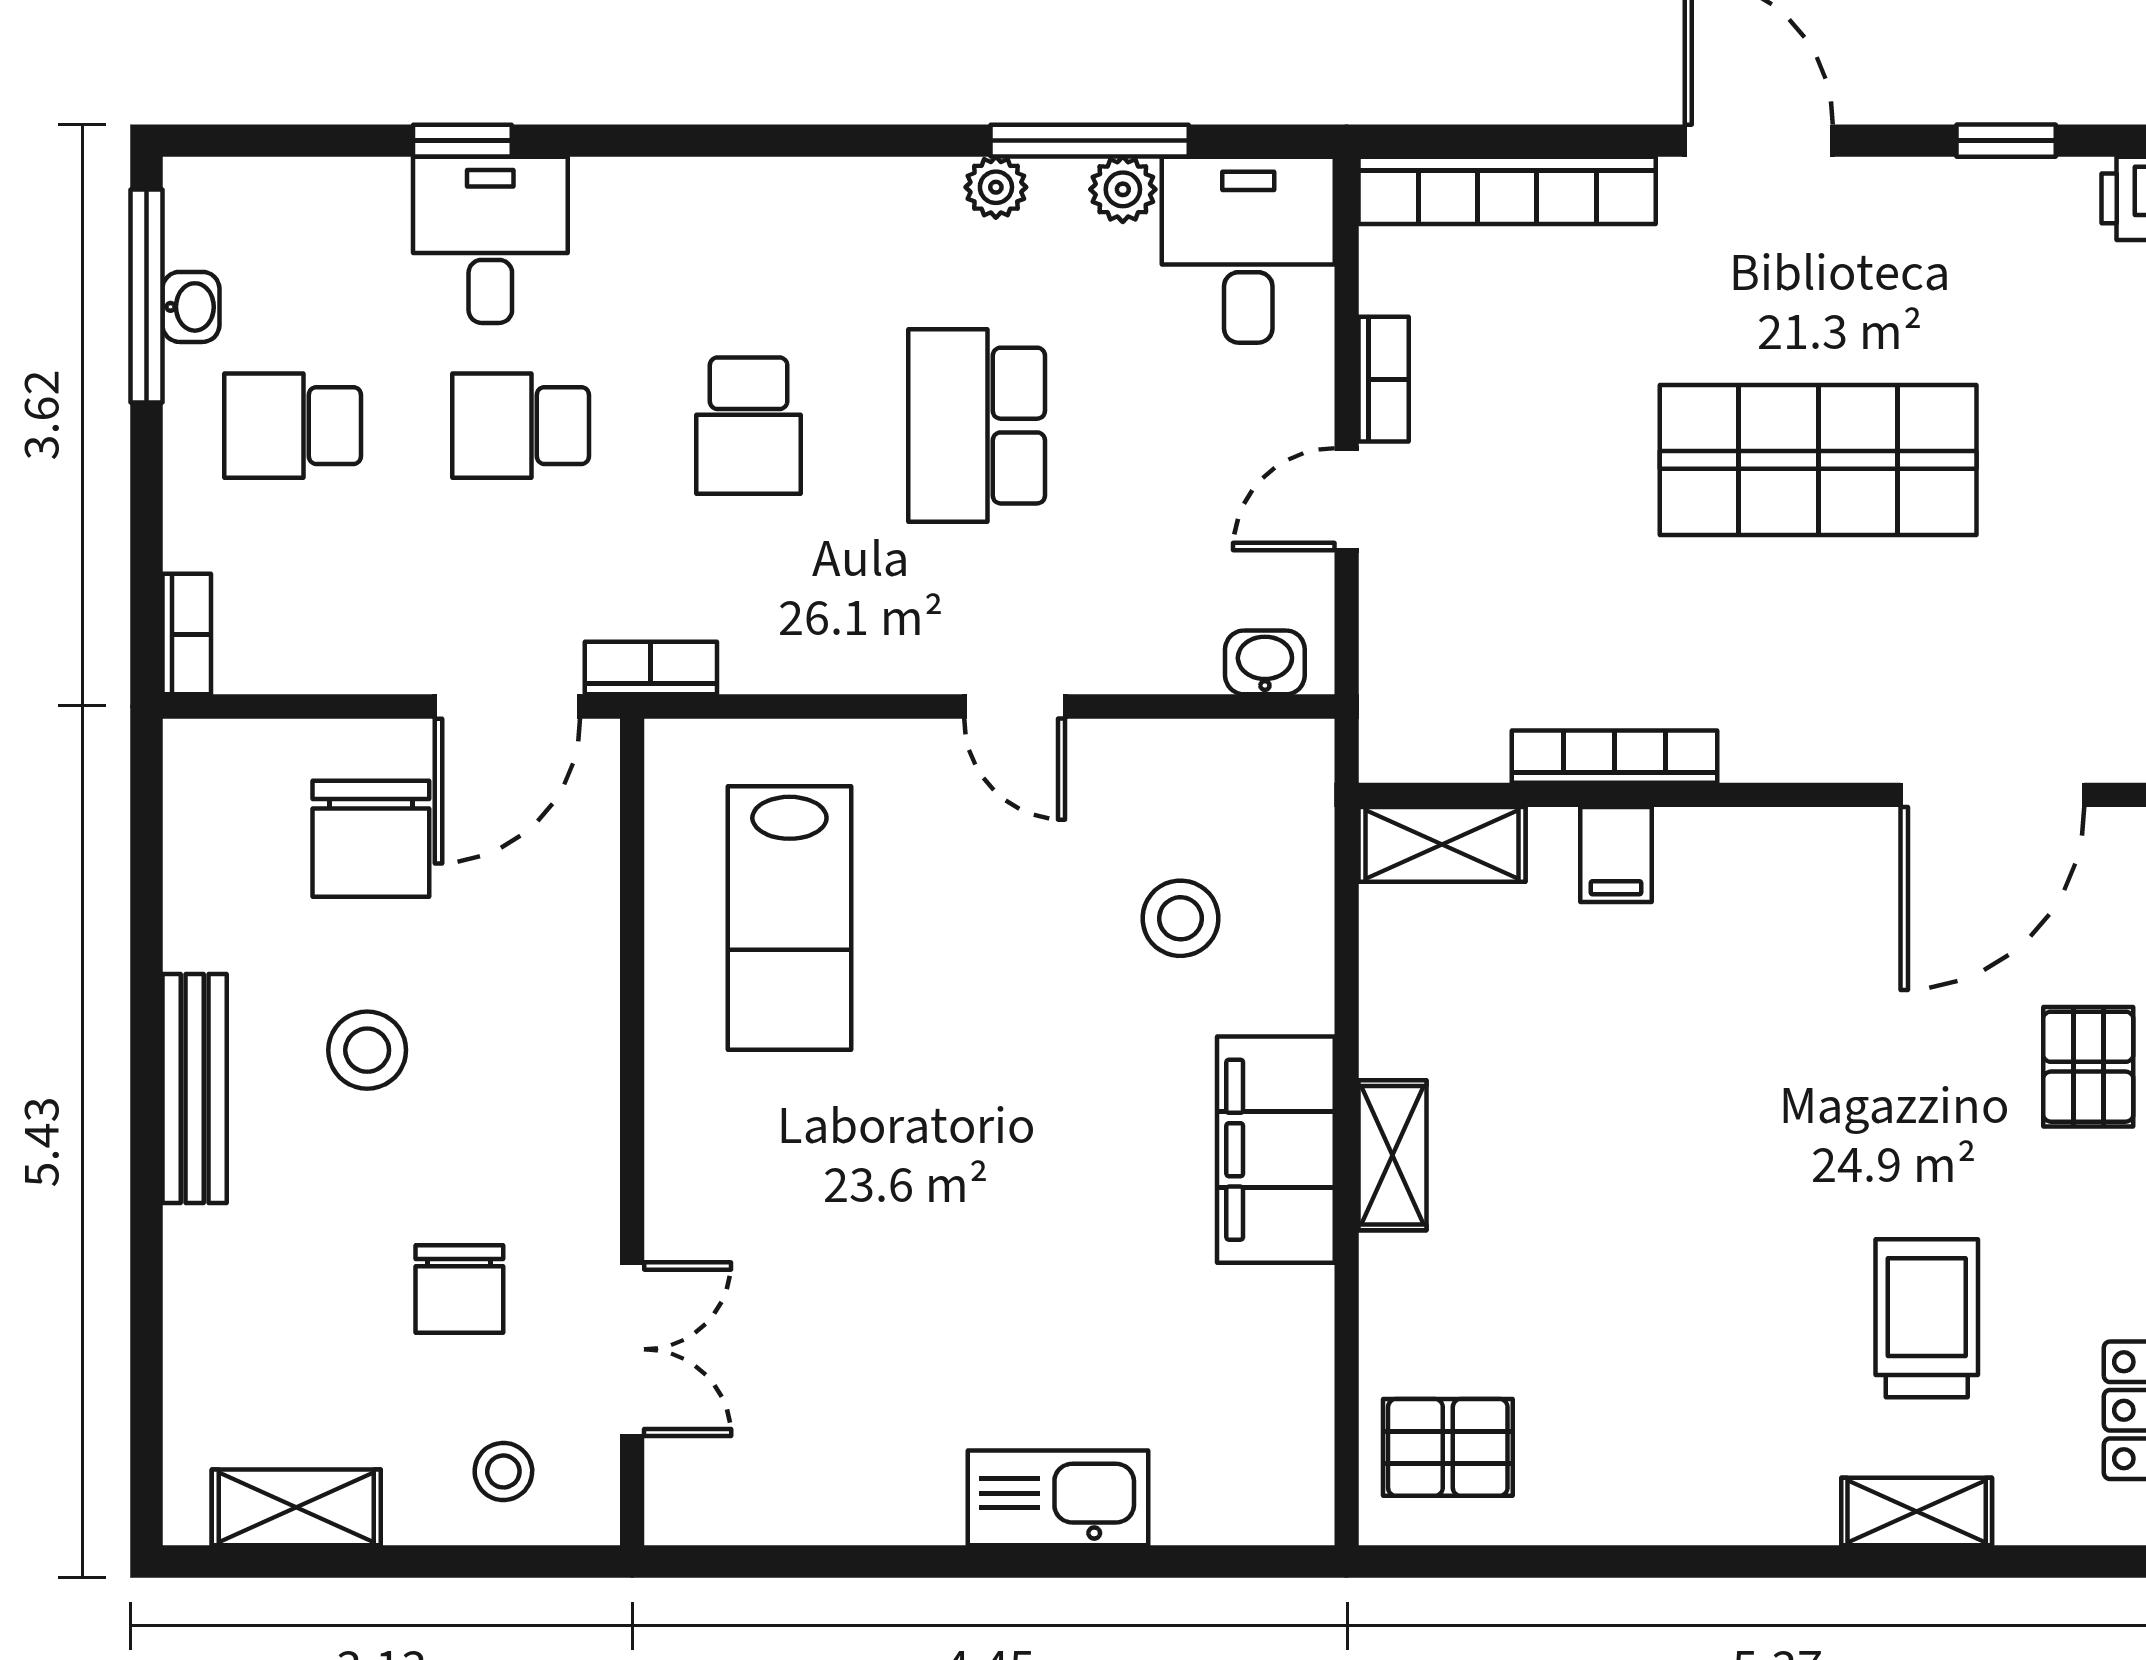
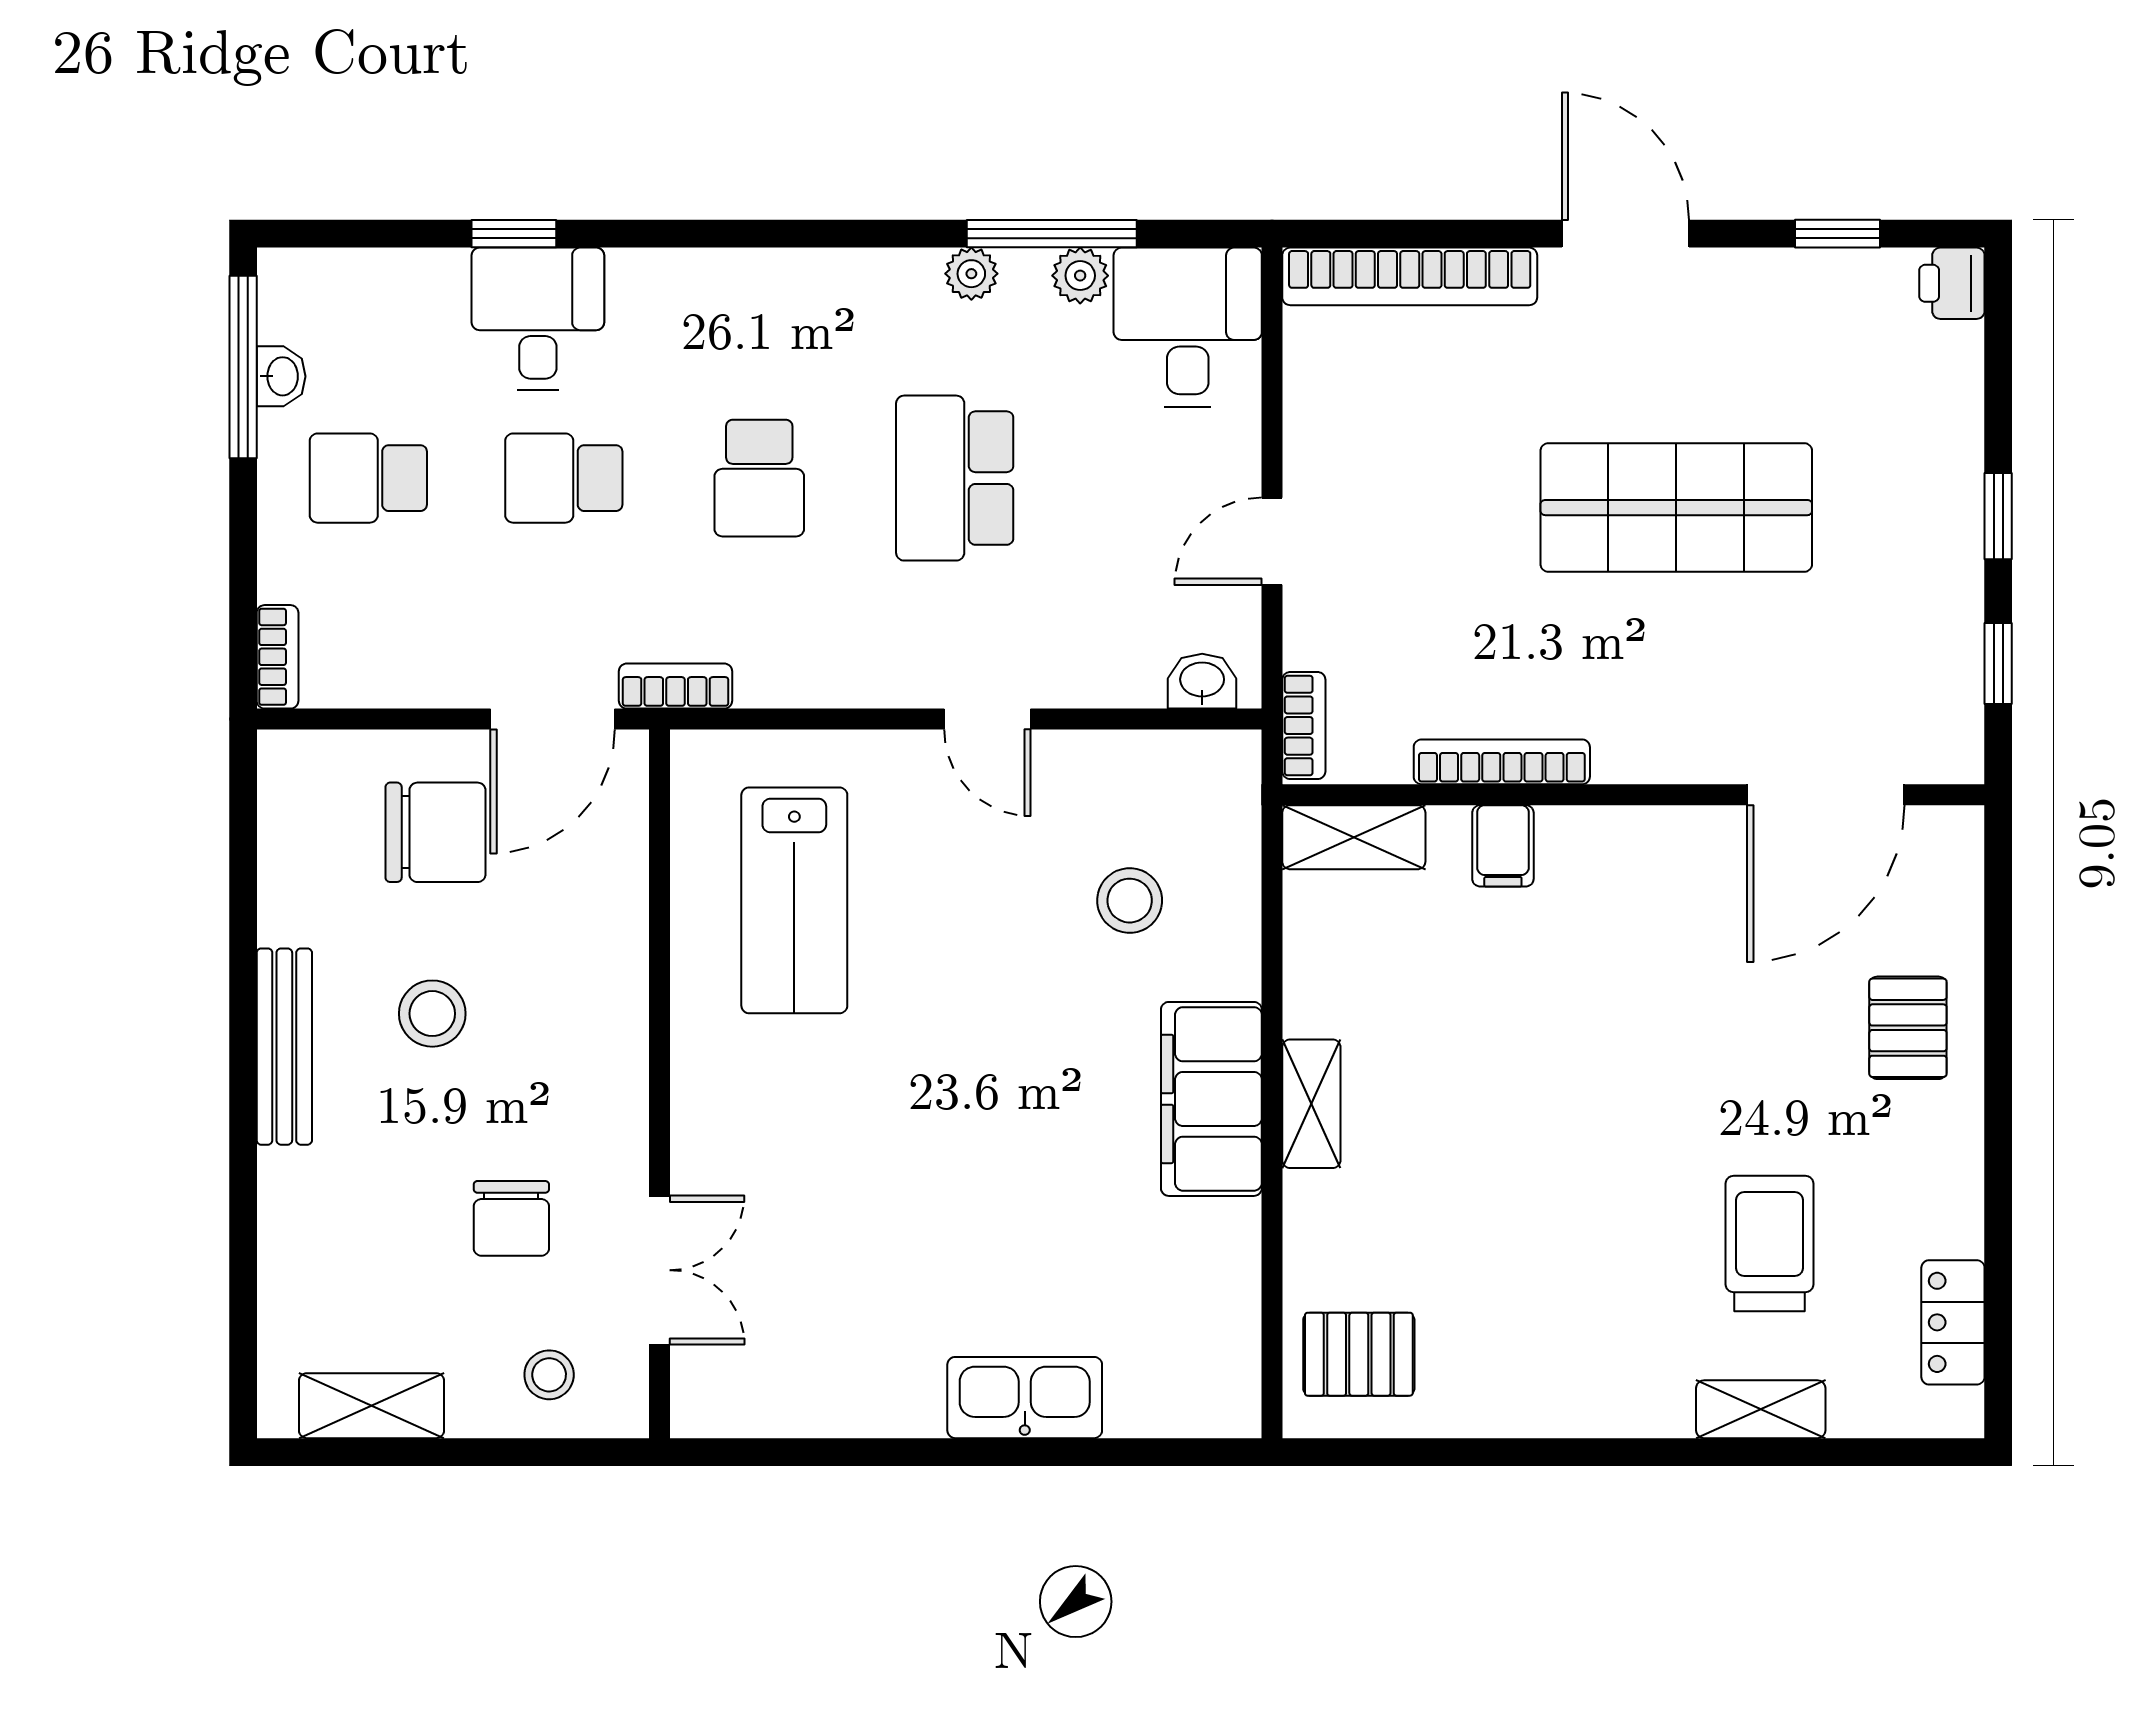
bookcase: (1384, 379) -> (1304, 726), moved
chair: (371, 839) -> (435, 832), turned -90

